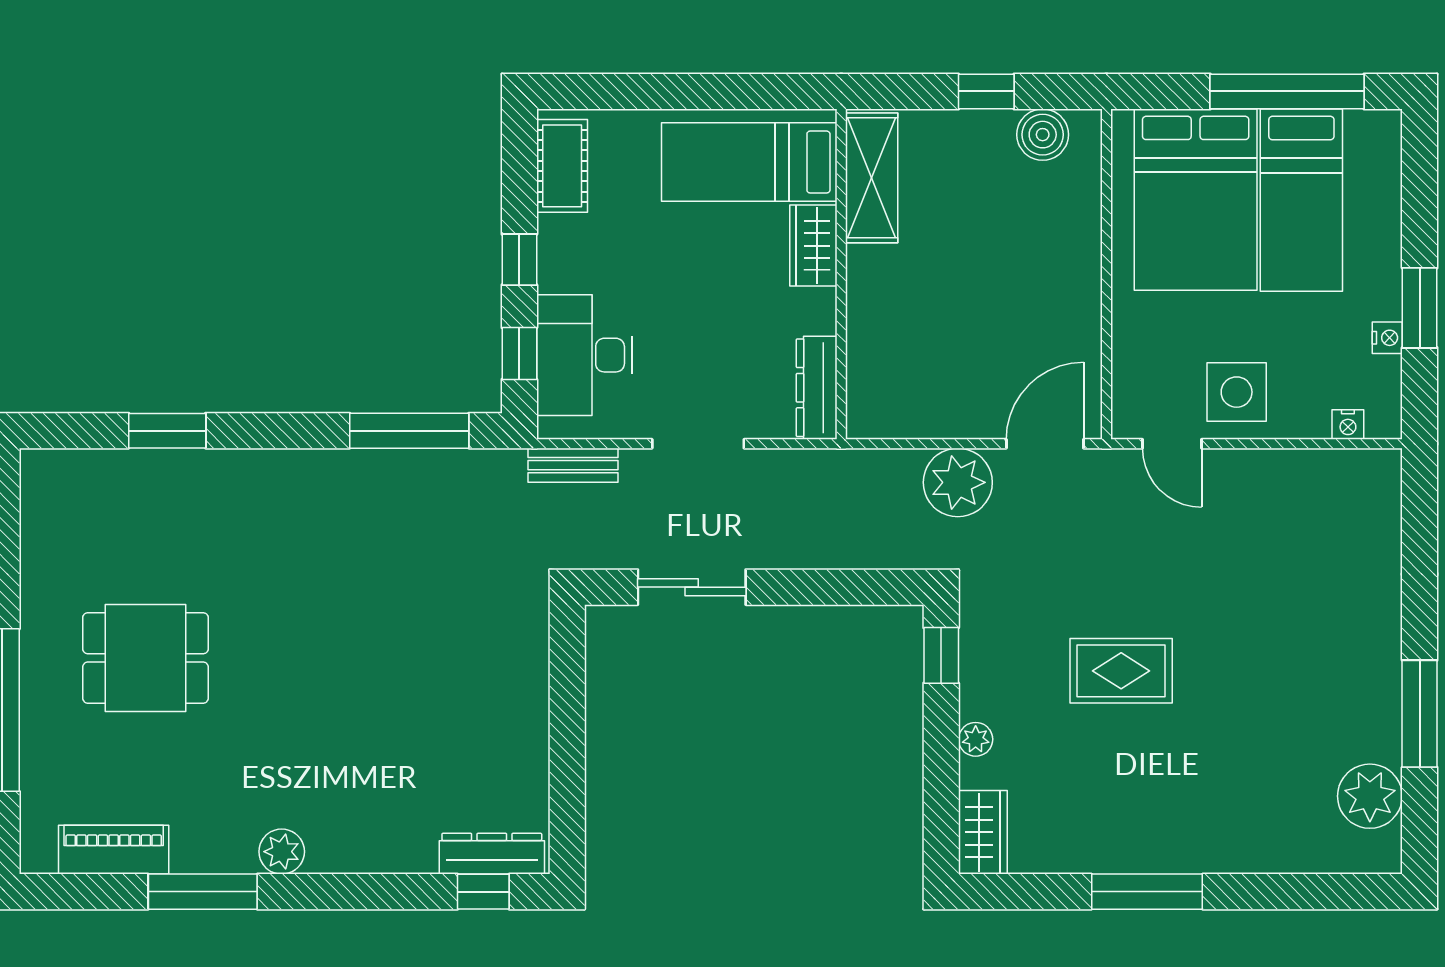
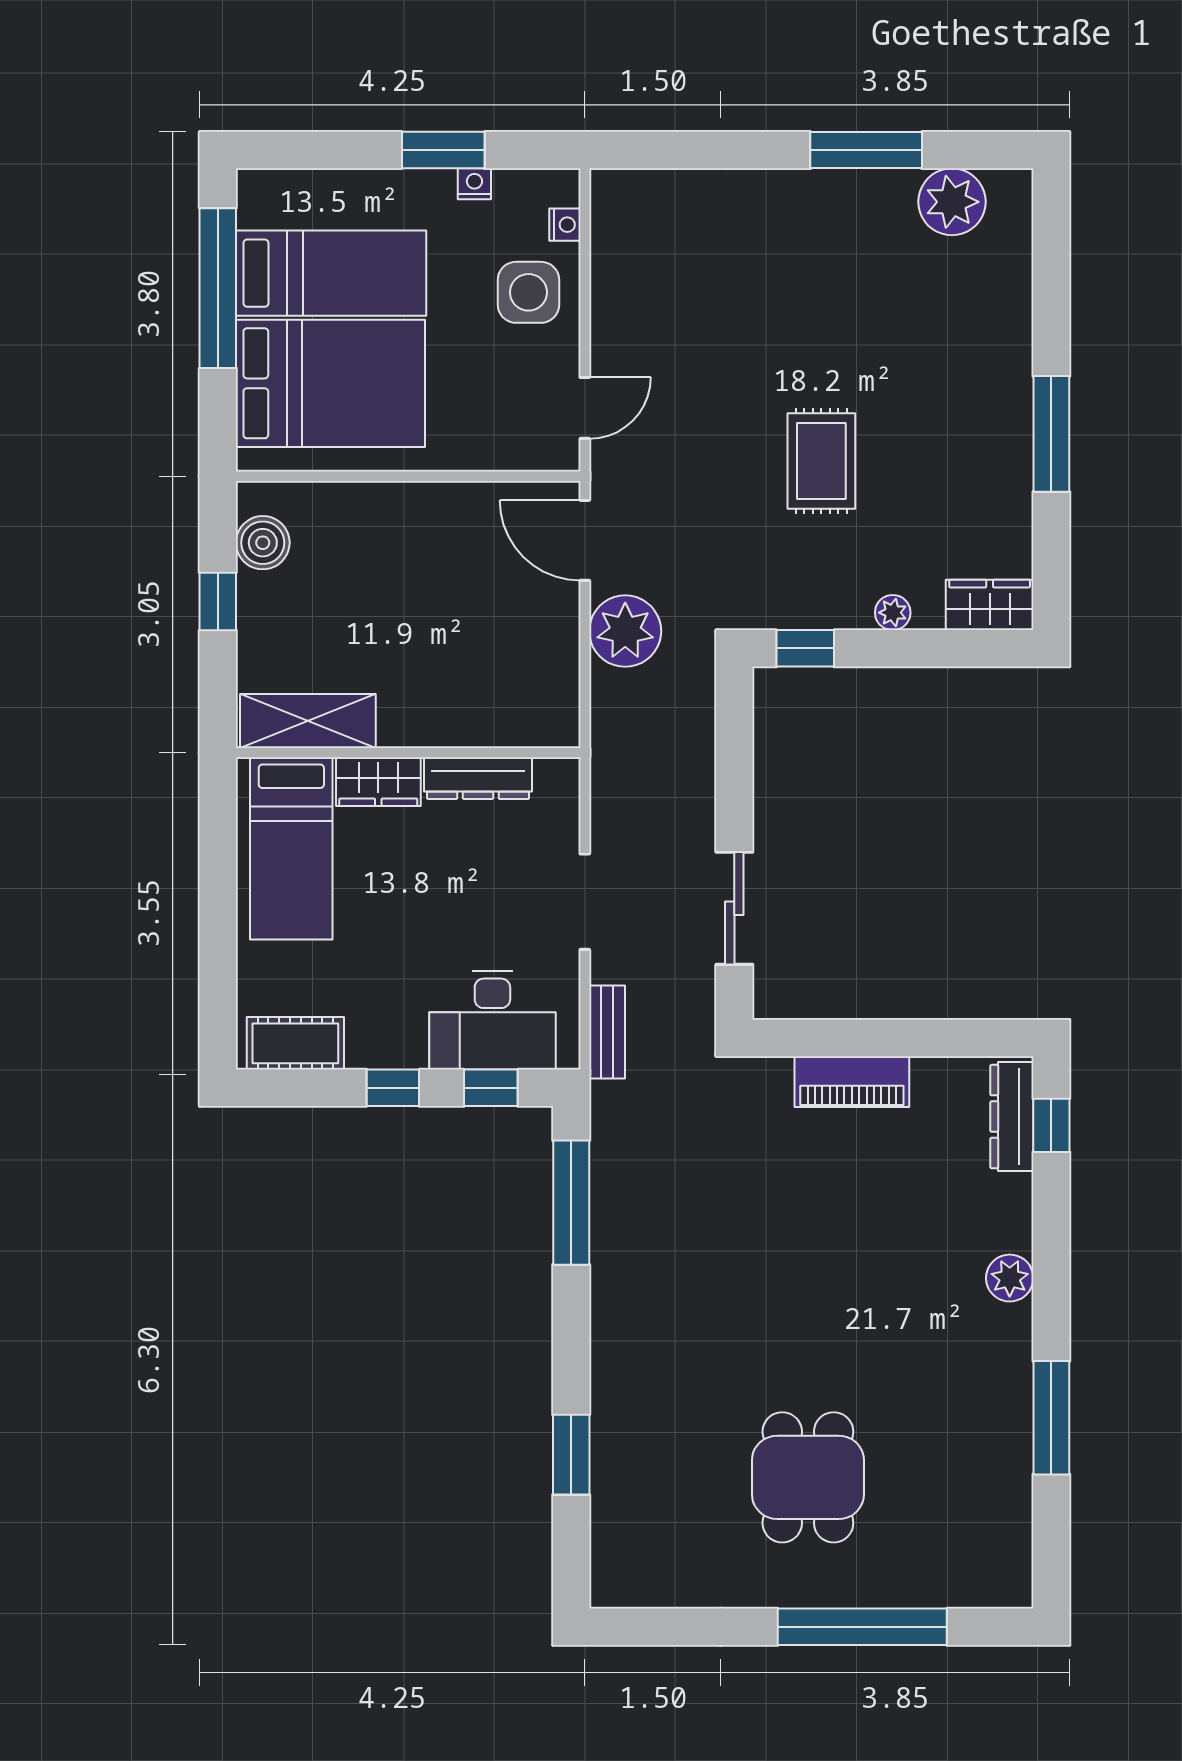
dresser: (817, 388) -> (478, 778), moved
side table: (1237, 392) -> (528, 292), moved
piano: (114, 850) -> (852, 1082), moved, turned -90
plant: (282, 852) -> (1010, 1278), moved

